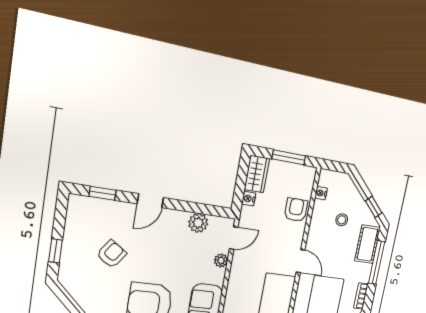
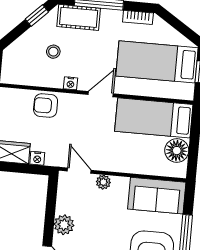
nightstand: (321, 193) -> (71, 83), moved
plant: (198, 223) -> (64, 225), moved

